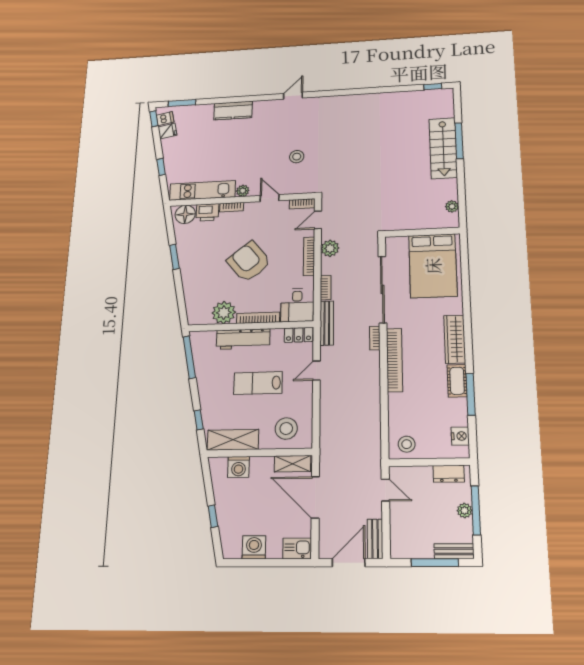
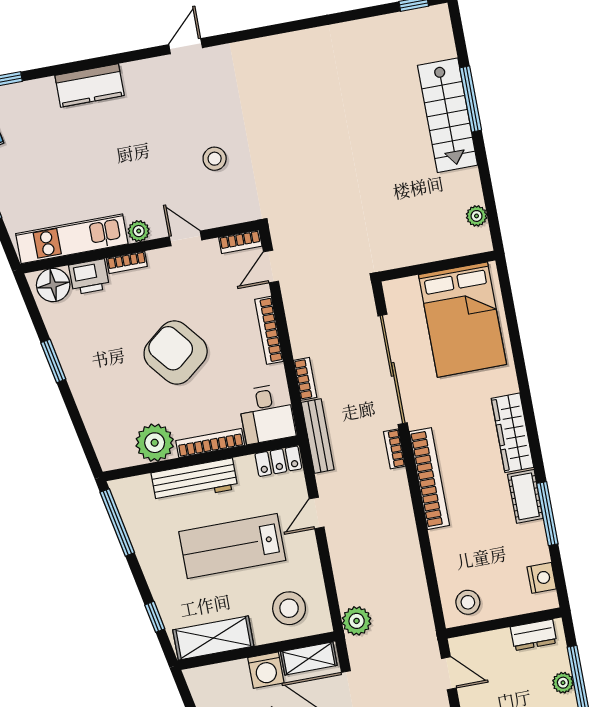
plant: (330, 248) -> (357, 621), moved
lab bench: (258, 383) -> (232, 546), width x1.36, depth x1.39
washing machine: (239, 467) -> (266, 670), moved

